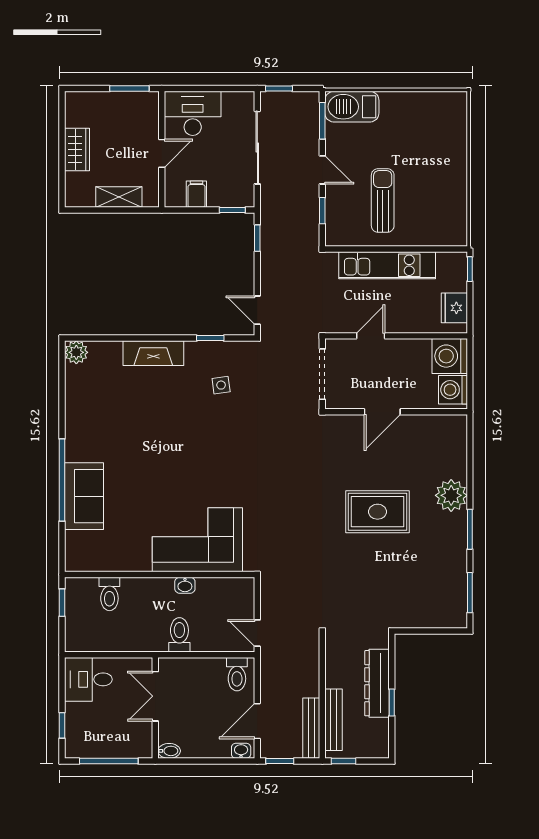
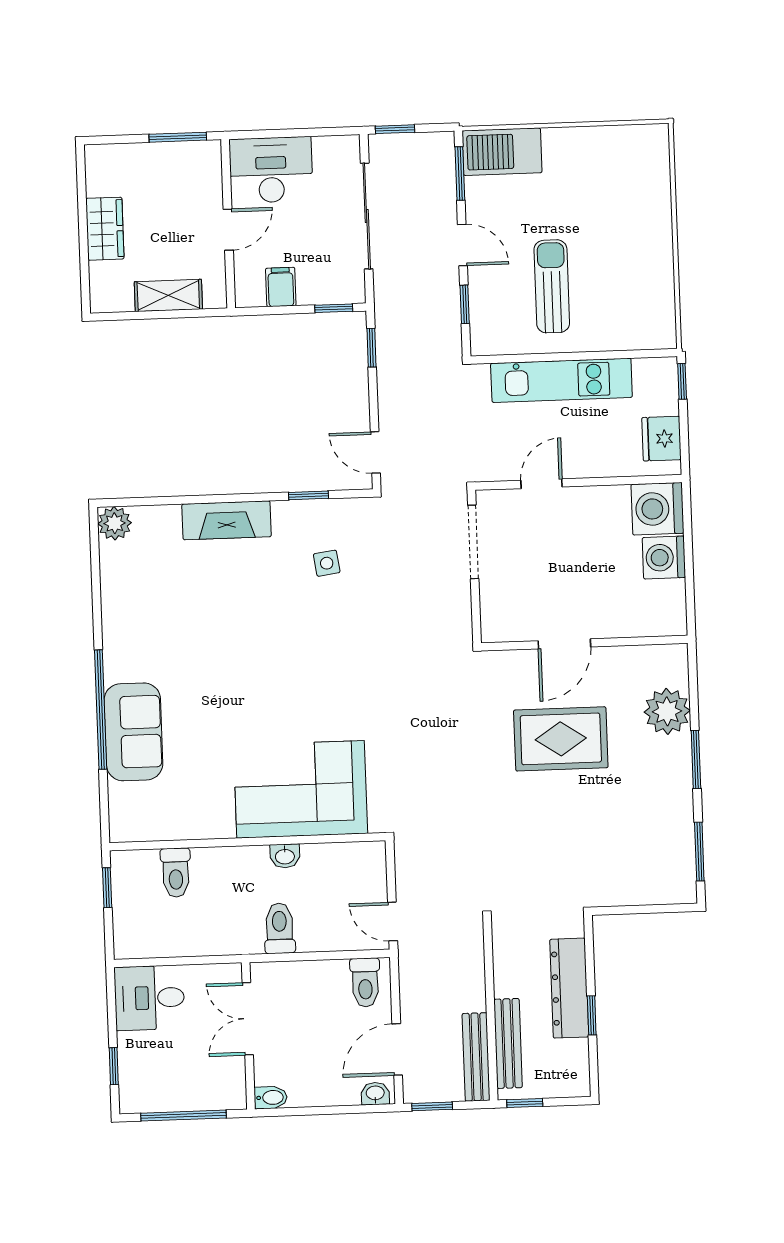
door: (382, 412) -> (564, 644), moved
wall: (396, 412) -> (584, 643), moved

